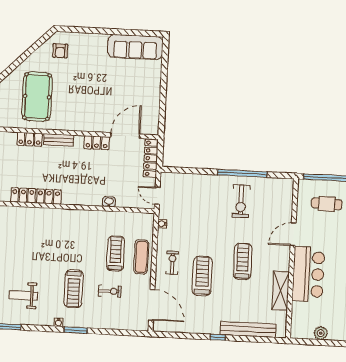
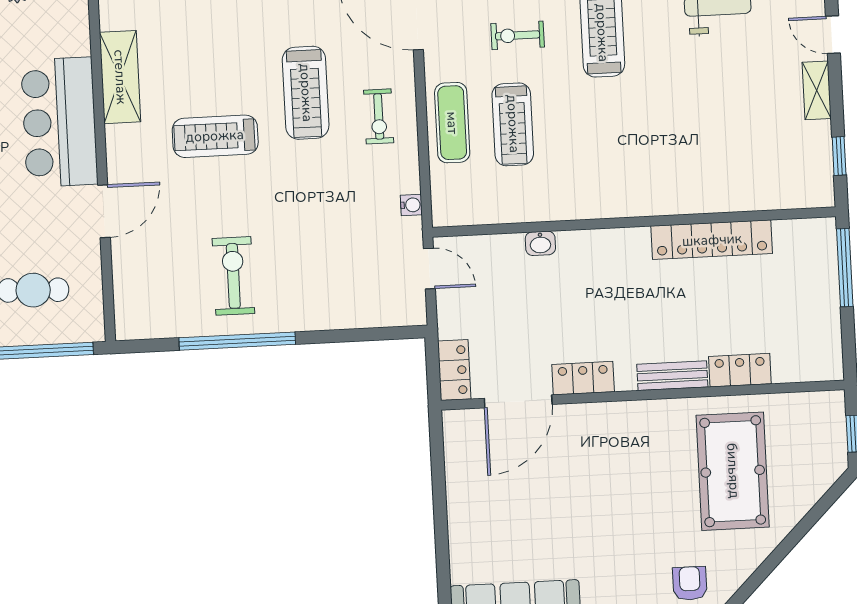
locker: (151, 158) -> (454, 370), width x0.66
treadmill: (243, 261) -> (215, 136), turned 90

